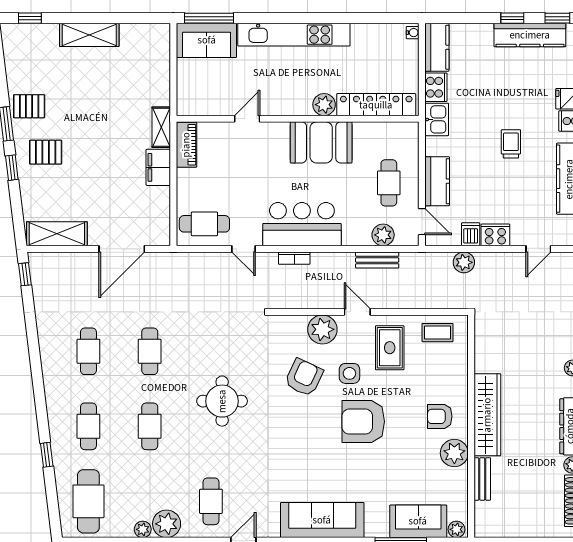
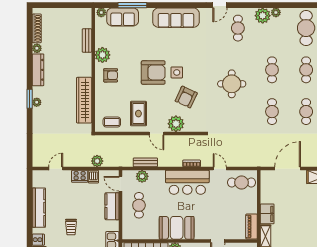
side table: (349, 373) -> (177, 72), moved
wardrobe: (487, 415) -> (84, 100), moved

